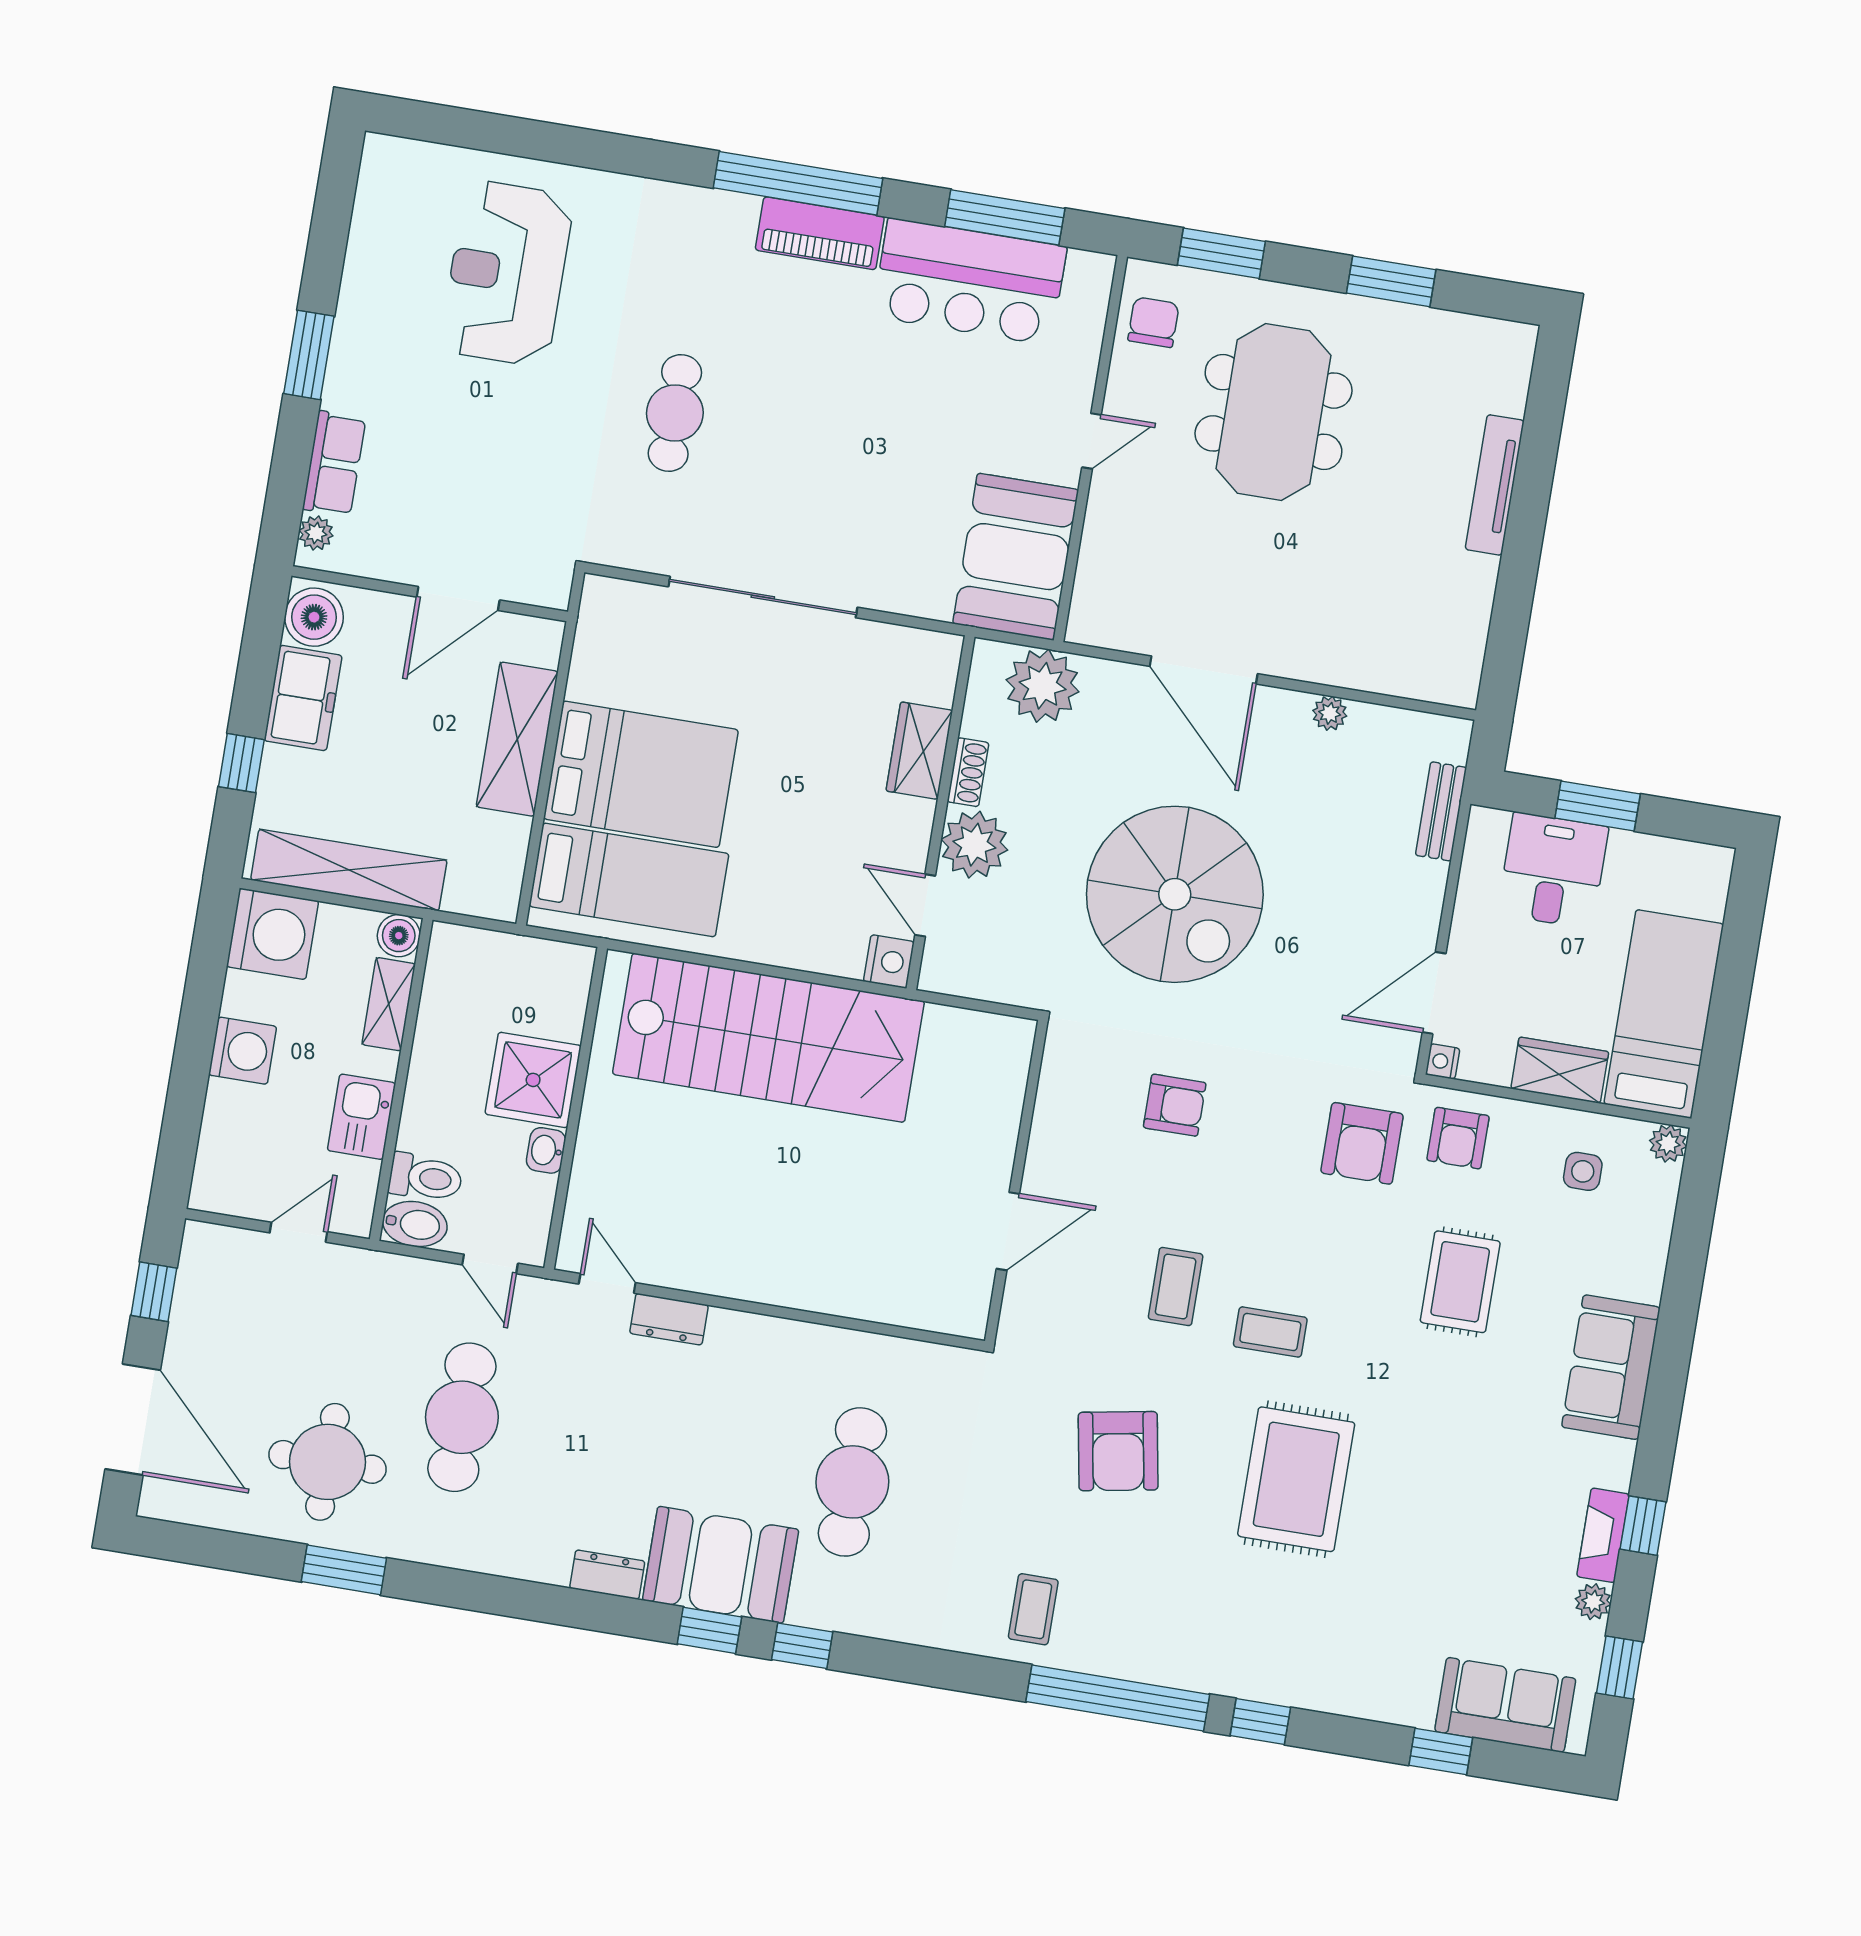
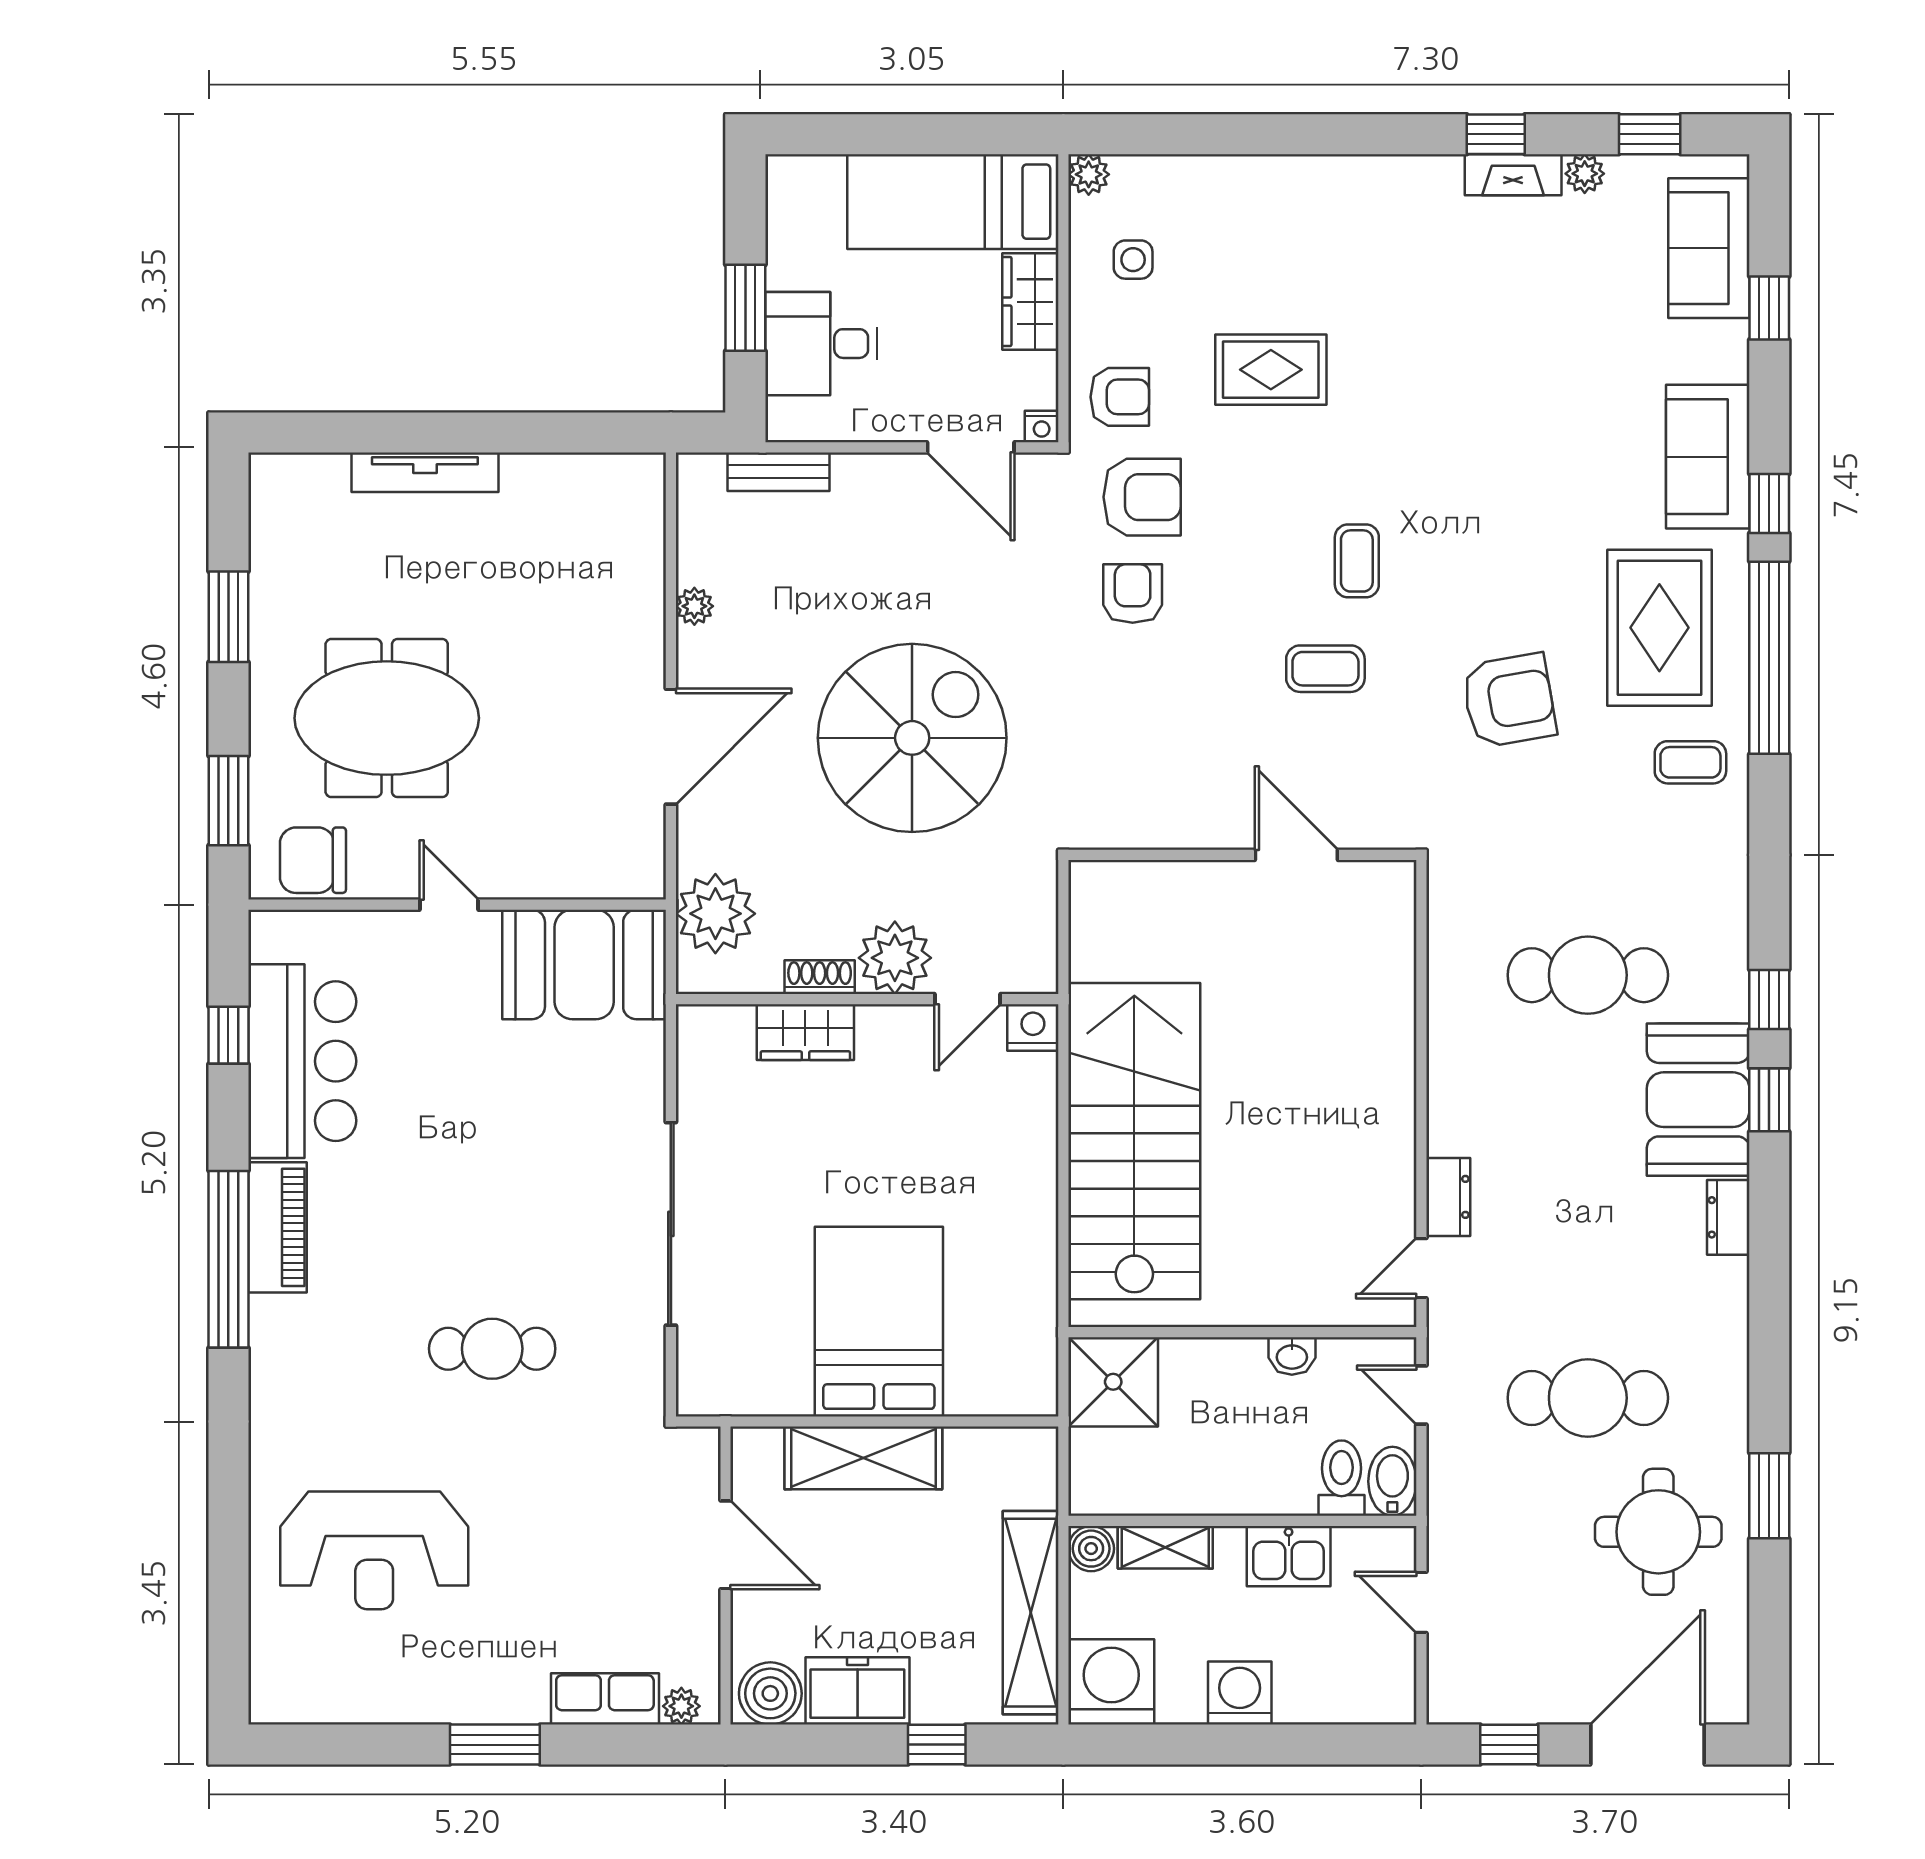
window: (1005, 217) -> (228, 1035), width x0.46
chair: (1153, 322) -> (313, 860), width x1.37, depth x1.37
bed: (629, 880) -> (992, 1316), removed
shower: (533, 1080) -> (1113, 1382), moved
armchair: (1175, 1105) -> (1133, 594), moved
door: (490, 1264) -> (1421, 1395), swing flipped
sofa: (1611, 1367) -> (1708, 457), moved, turned 90
rug: (1296, 1479) -> (1659, 628), moved, turned 90

